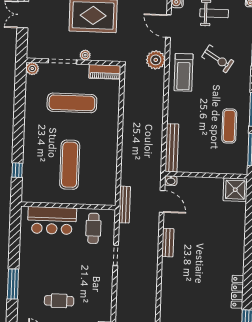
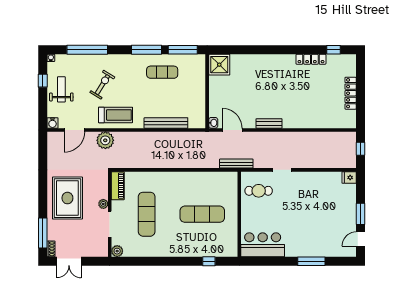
bench: (172, 148) -> (166, 123), moved
door: (162, 201) -> (232, 130), hinge flipped
bar counter: (52, 220) -> (263, 245), moved, turned -90
cafe table: (59, 301) -> (325, 219), removed

